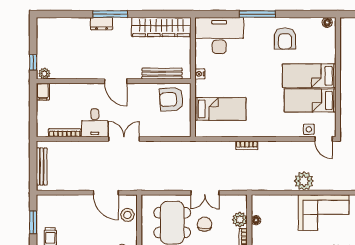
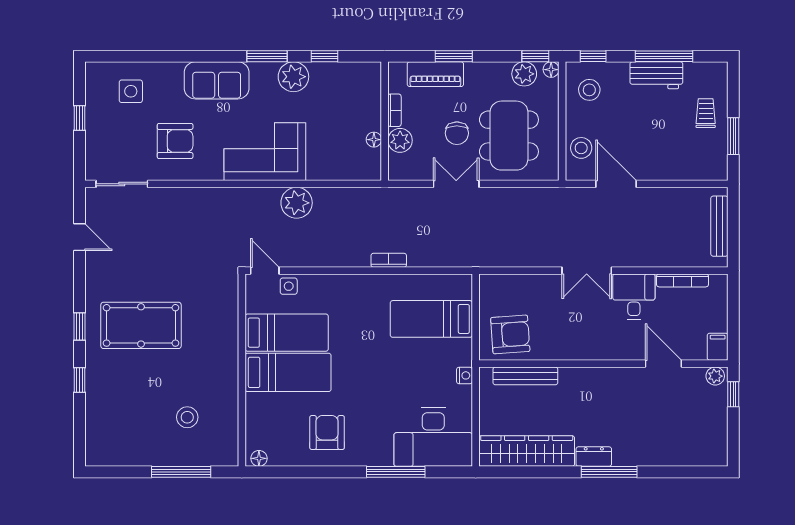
window: (257, 14) -> (396, 472), moved
dresser: (102, 24) -> (594, 457), moved
door: (116, 81) -> (663, 364), moved

